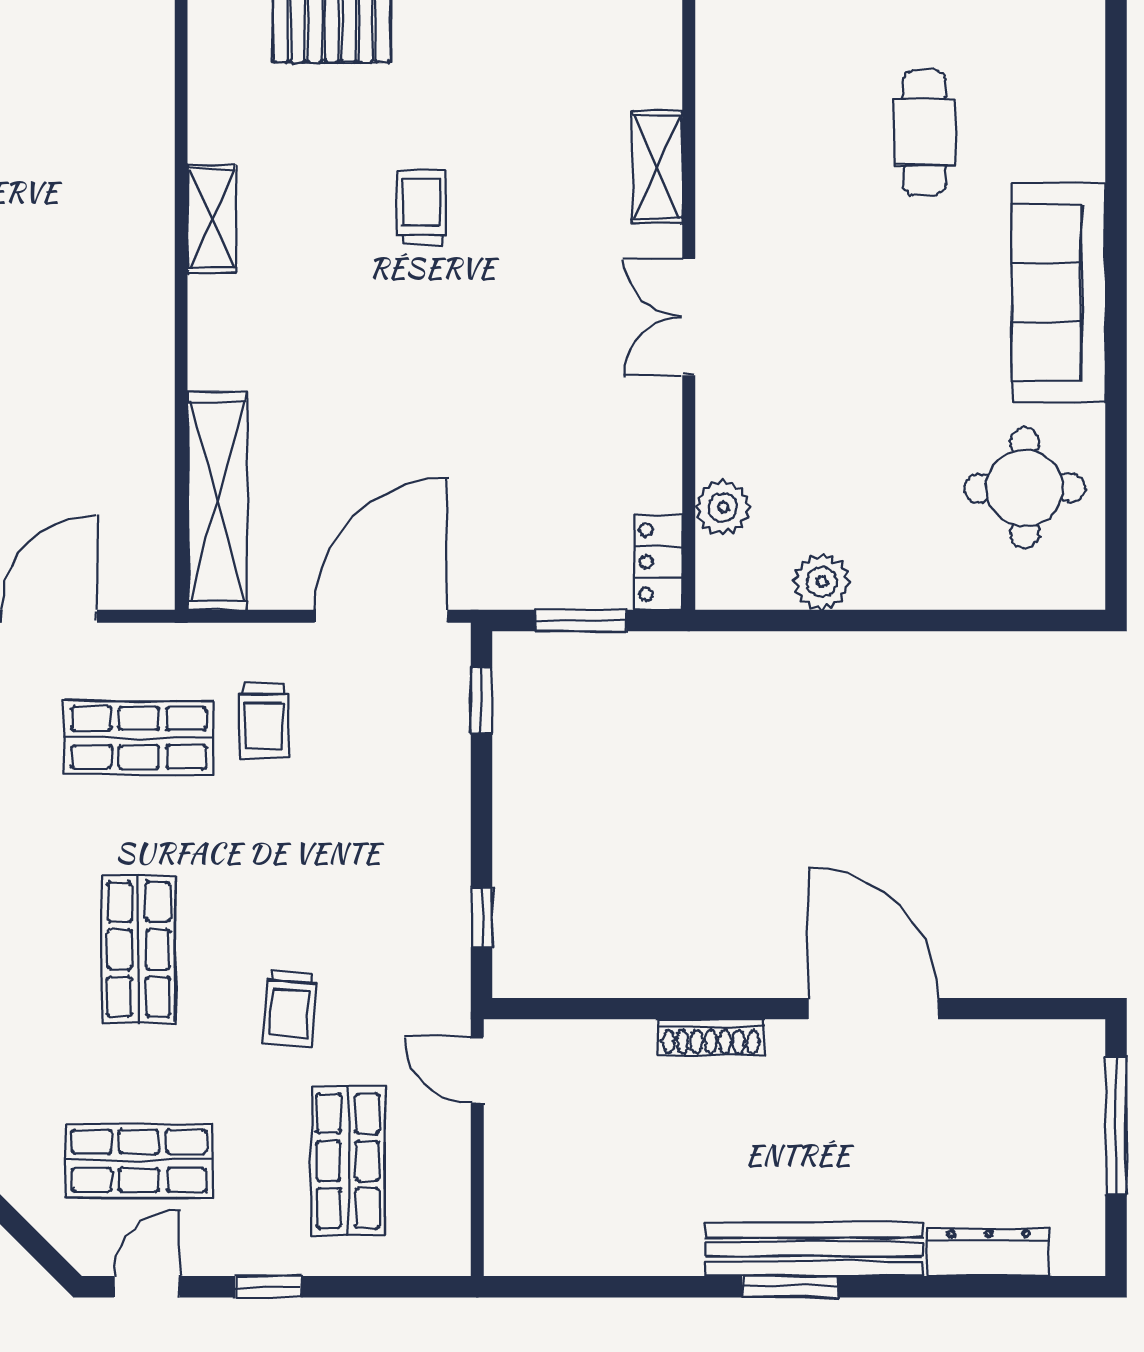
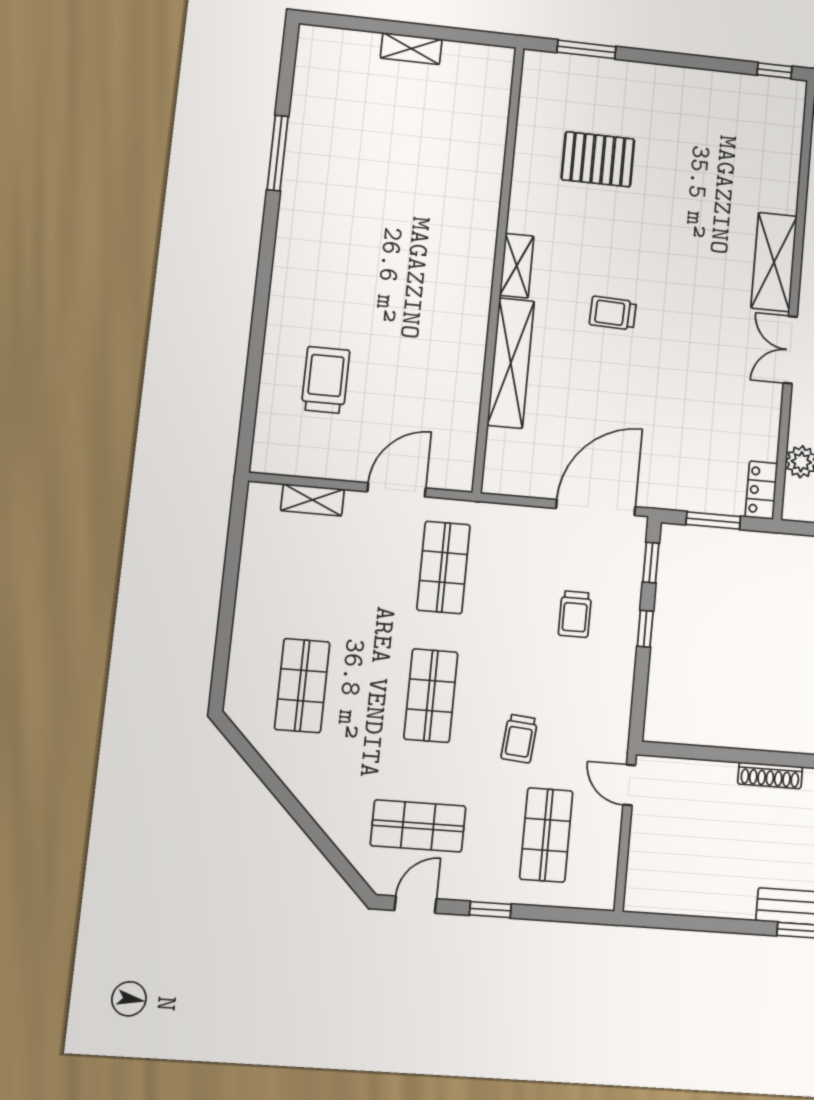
shelving: (657, 167) -> (774, 262), width x1.50, depth x1.33
trolley: (422, 208) -> (613, 313), moved, turned -88
shelving: (217, 501) -> (511, 363), moved
trolley: (264, 721) -> (575, 614), moved
shop shelf: (139, 738) -> (444, 567), turned 90
window: (481, 917) -> (645, 629), moved

